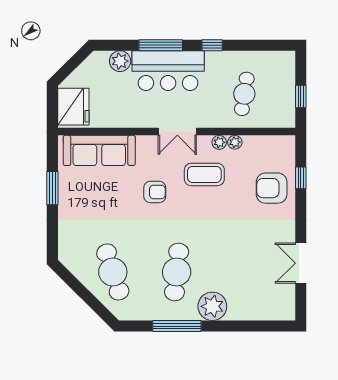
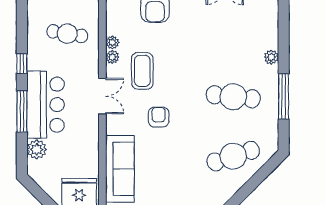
plant: (212, 306) -> (271, 57), width x0.53, depth x0.53

